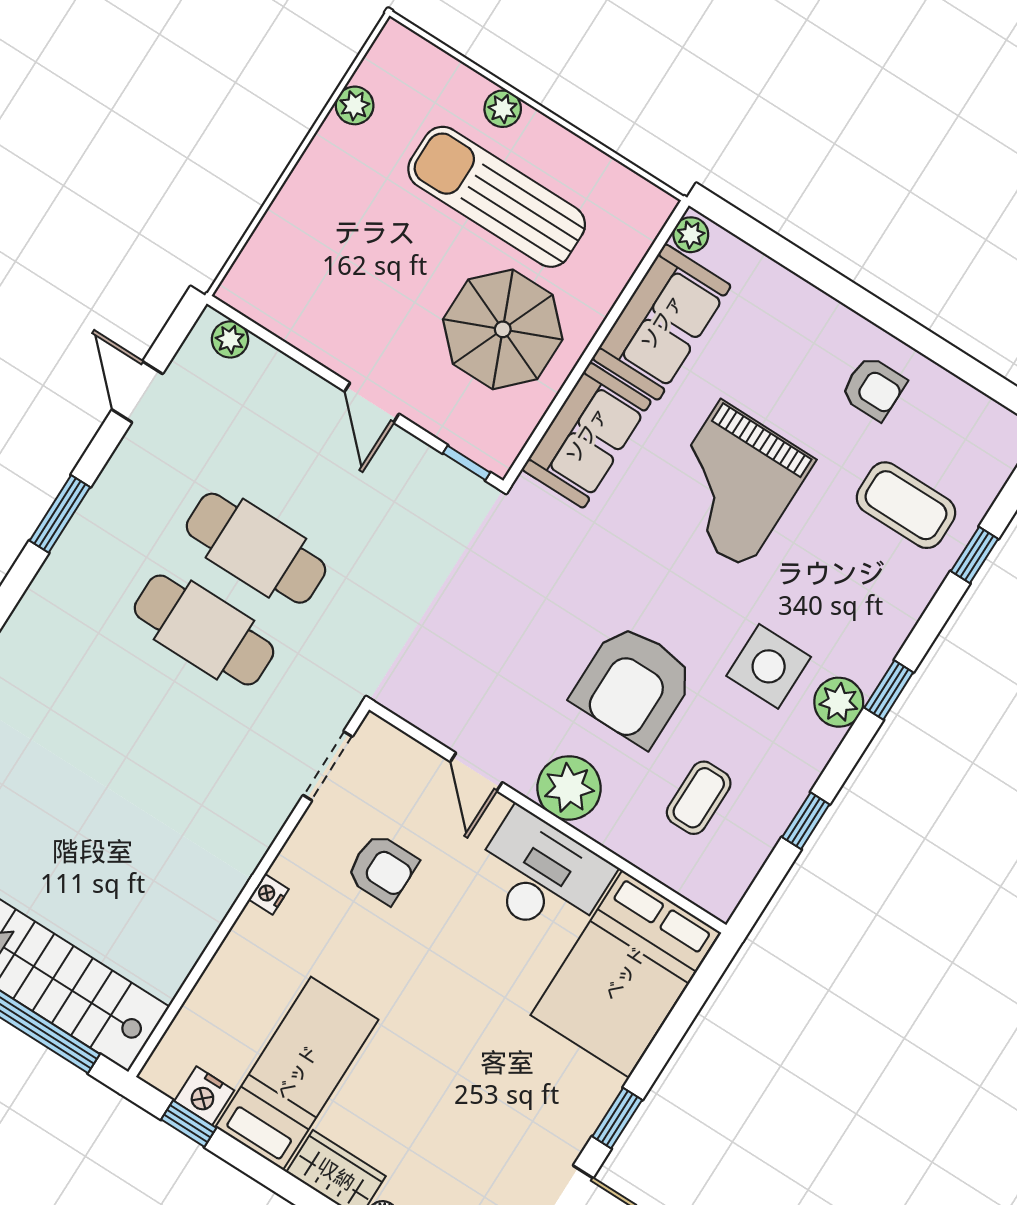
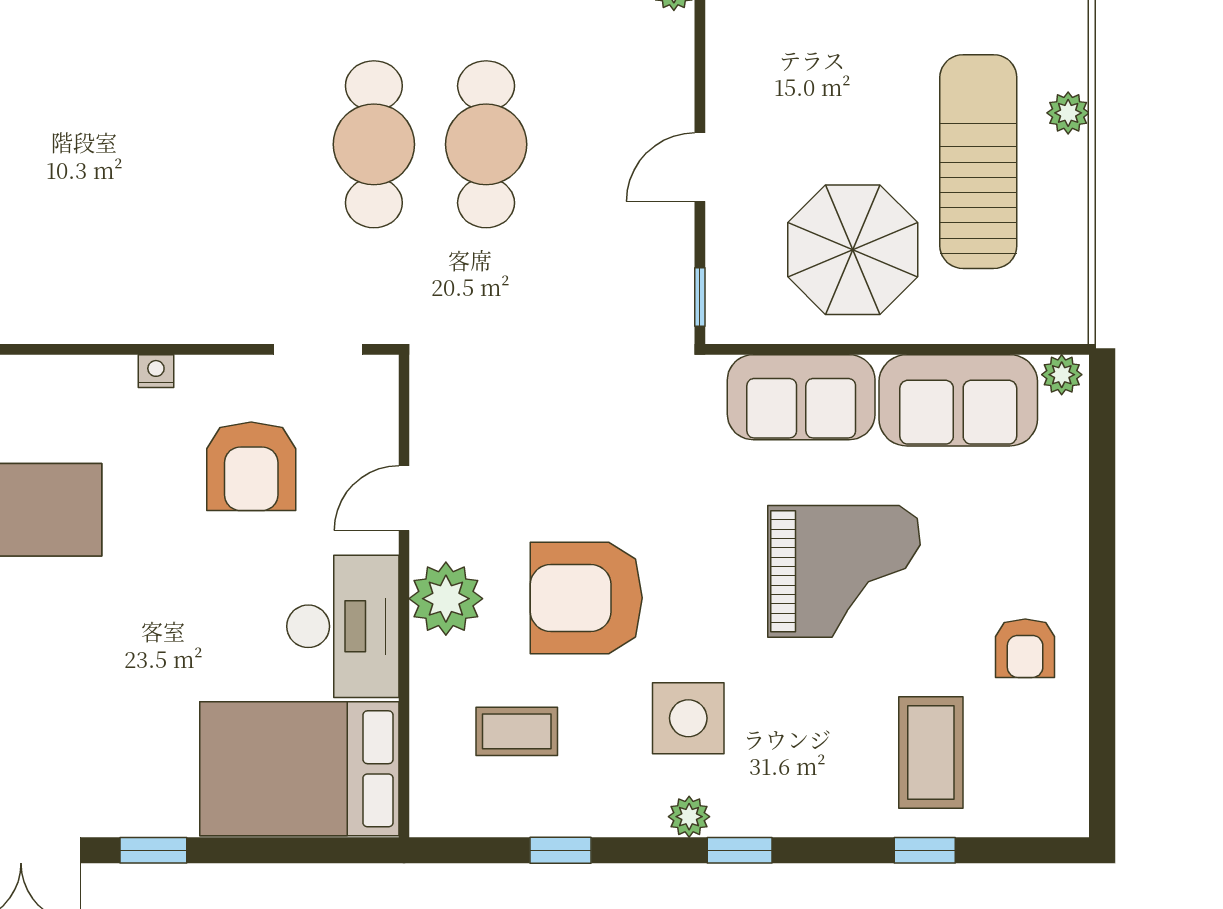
grand piano: (733, 485) -> (844, 571), turned 180
plant: (839, 702) -> (689, 817), width x0.73, depth x0.73
armchair: (382, 869) -> (251, 466), width x1.38, depth x1.38

